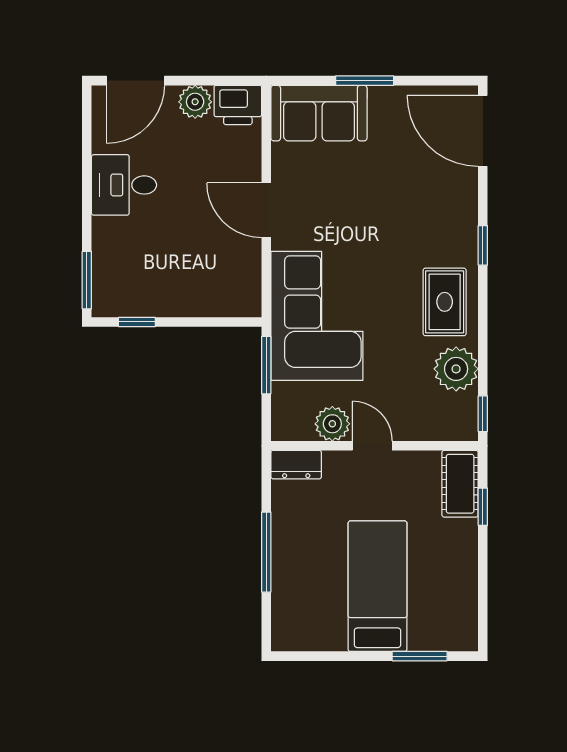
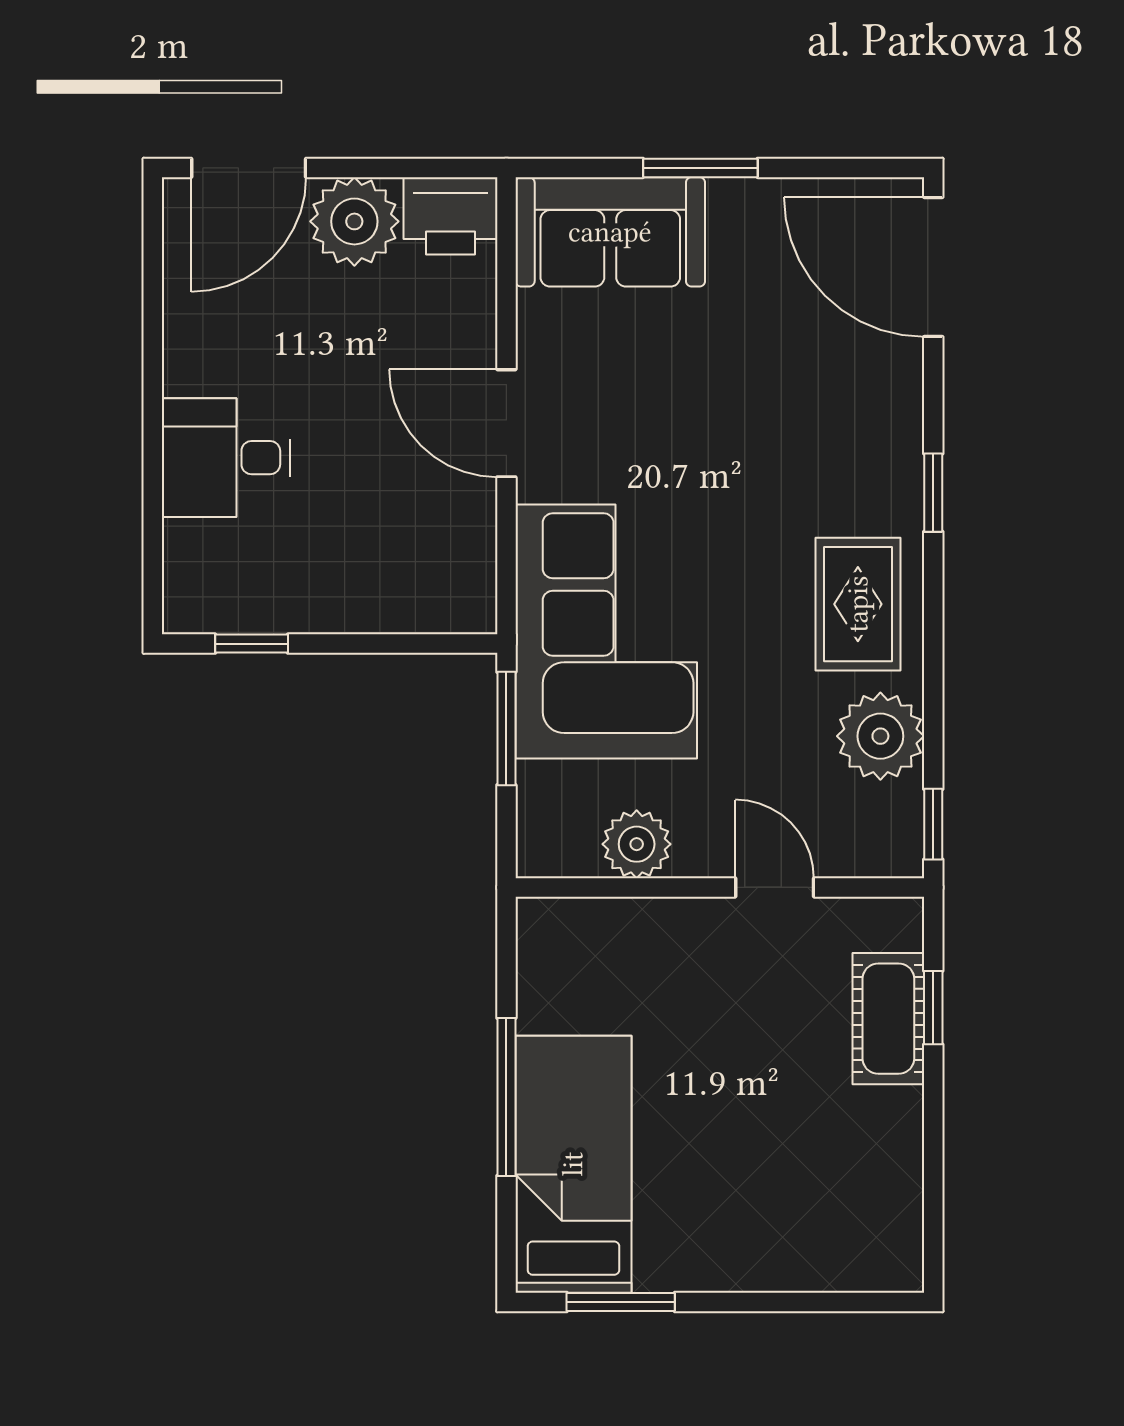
plant: (195, 102) -> (354, 221), width x1.36, depth x1.36
desk: (124, 185) -> (226, 458), moved
window: (87, 280) -> (153, 561), removed
door: (372, 446) -> (775, 887), moved
dresser: (296, 465) -> (565, 925), removed
cot: (460, 484) -> (888, 1019), moved
bed: (378, 586) -> (573, 1164), moved
window: (420, 656) -> (621, 1302), moved

